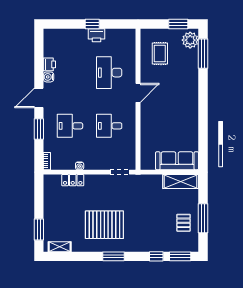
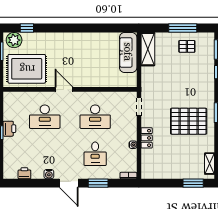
rug: (160, 54) -> (27, 69), width x1.86, depth x2.06
window: (203, 54) -> (27, 28), width x0.46
printer: (49, 64) -> (24, 173), moved
desk: (109, 126) -> (95, 117), width x1.37
locker: (73, 180) -> (147, 138), moved
pallet: (104, 225) -> (189, 121), turned 90

